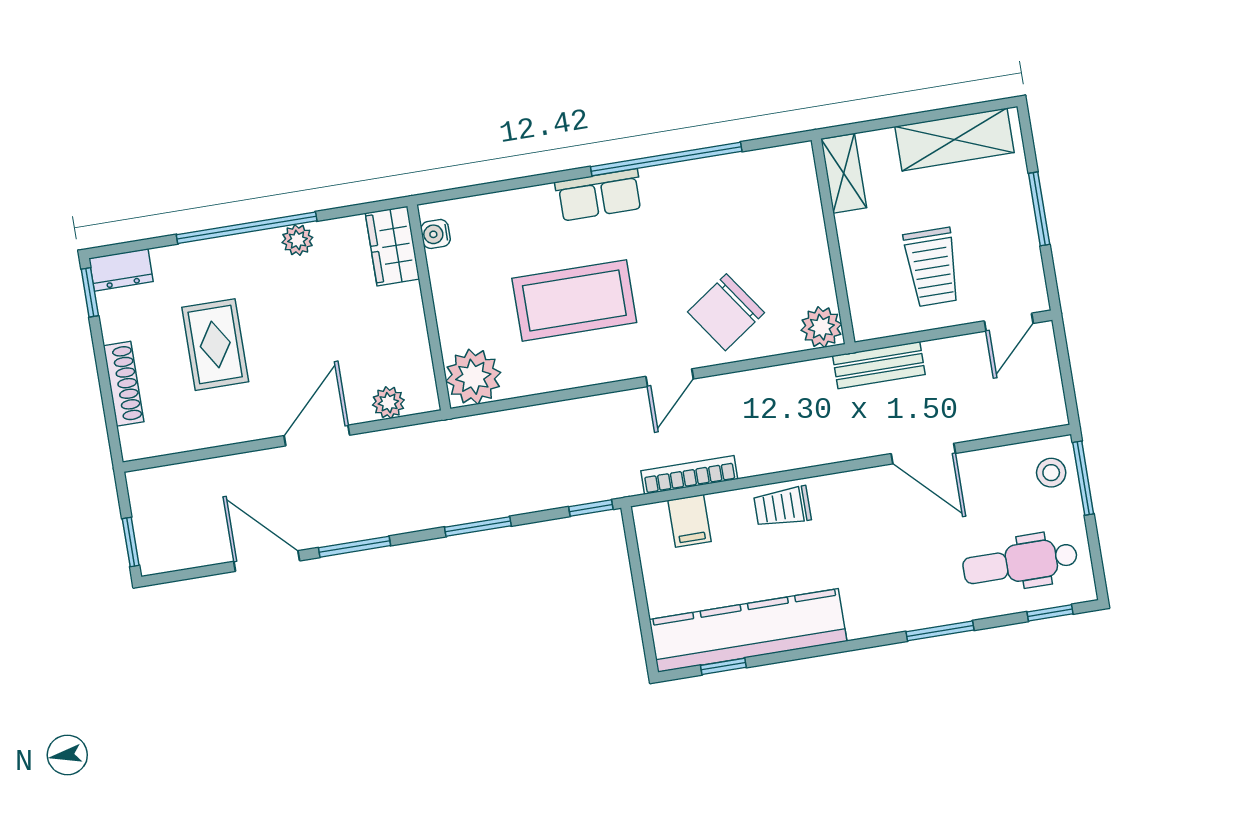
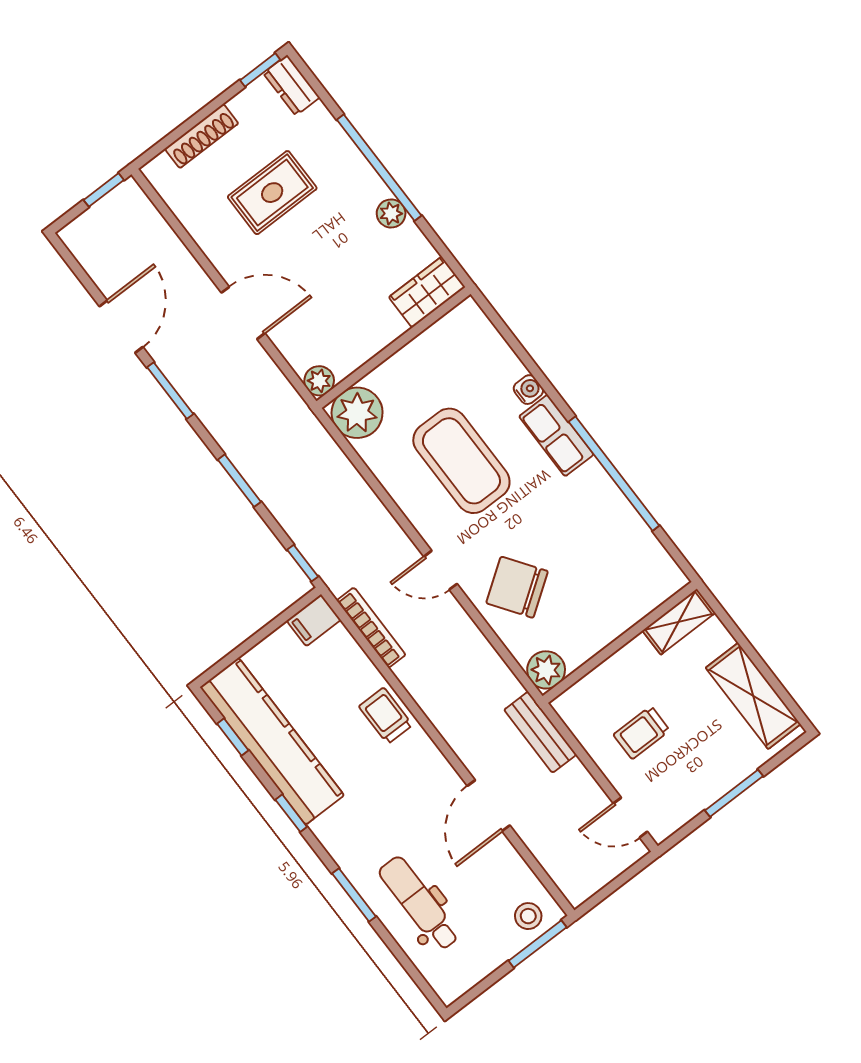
water cooler: (436, 234) -> (528, 390), moved, turned 90
trolley: (932, 267) -> (642, 733), width x0.73, depth x0.72
plant: (388, 403) -> (319, 381), moved
filing cabinet: (690, 521) -> (314, 620), moved
window: (131, 542) -> (104, 190), moved
dental chair: (1020, 563) -> (419, 903), moved
window: (1050, 613) -> (291, 813), moved

